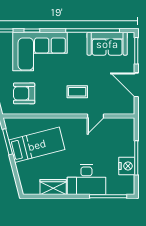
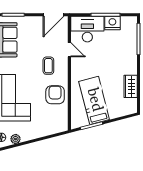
door: (136, 85) -> (53, 15), moved
armchair: (24, 93) -> (55, 95), moved, turned 180
desk: (86, 180) -> (87, 29), moved, turned -90

